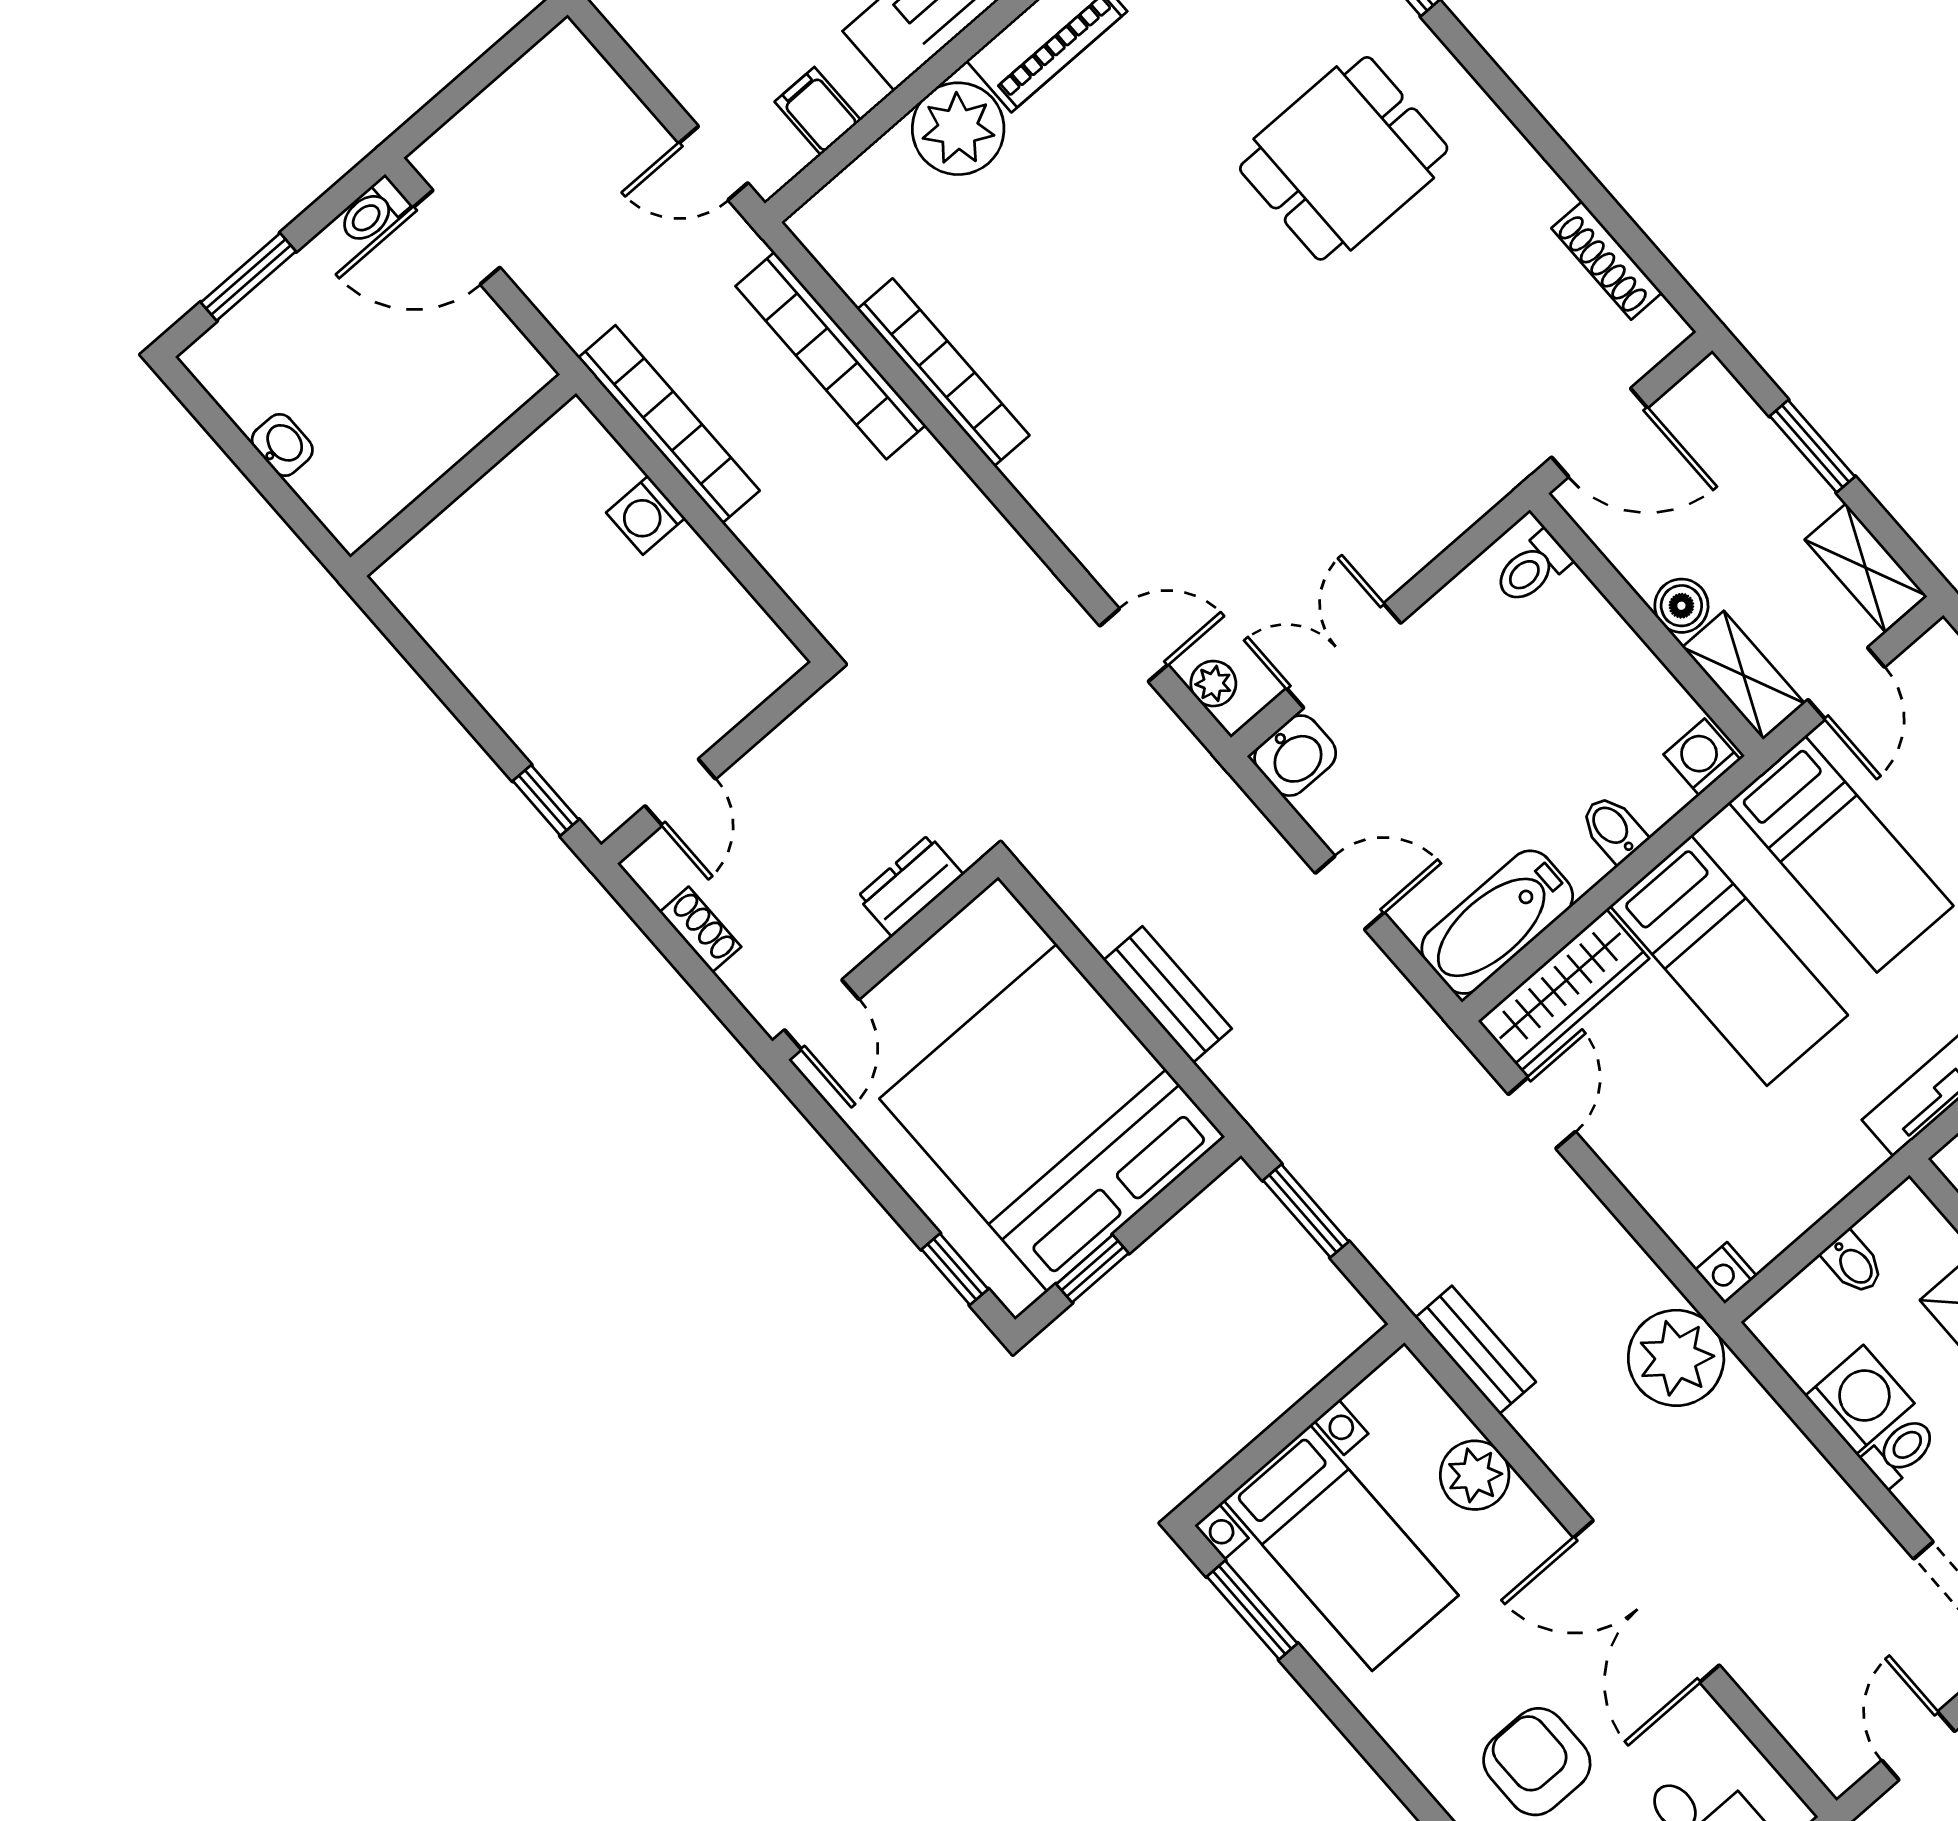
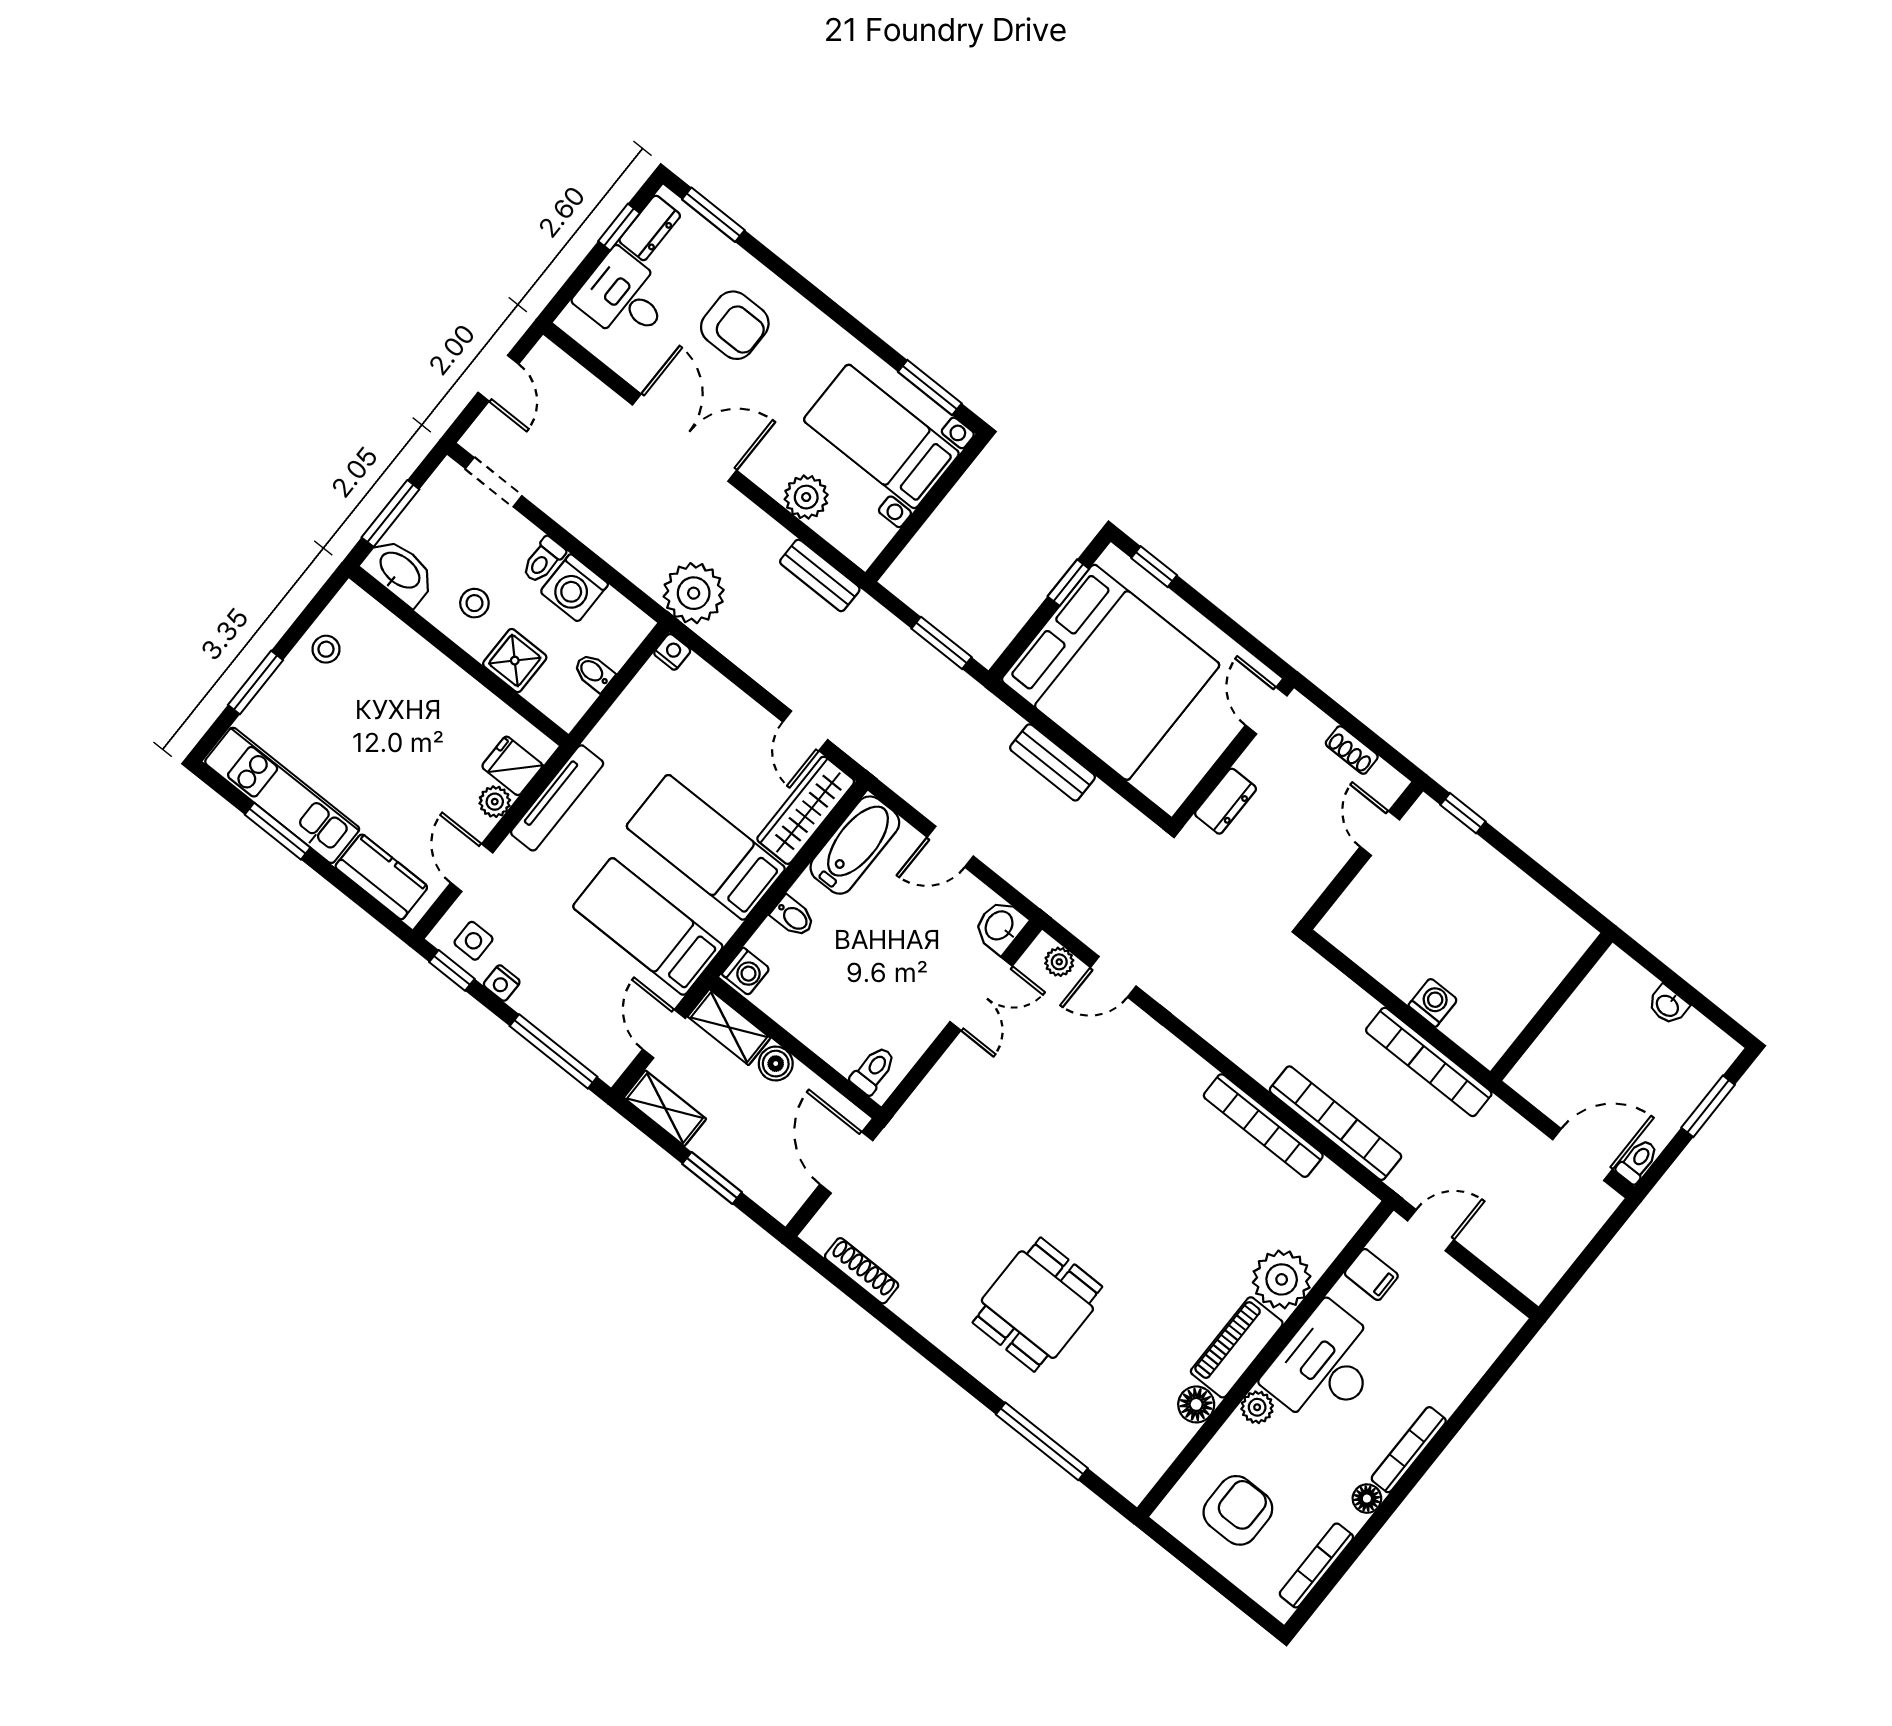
door: (1600, 432) -> (846, 1162), hinge flipped

